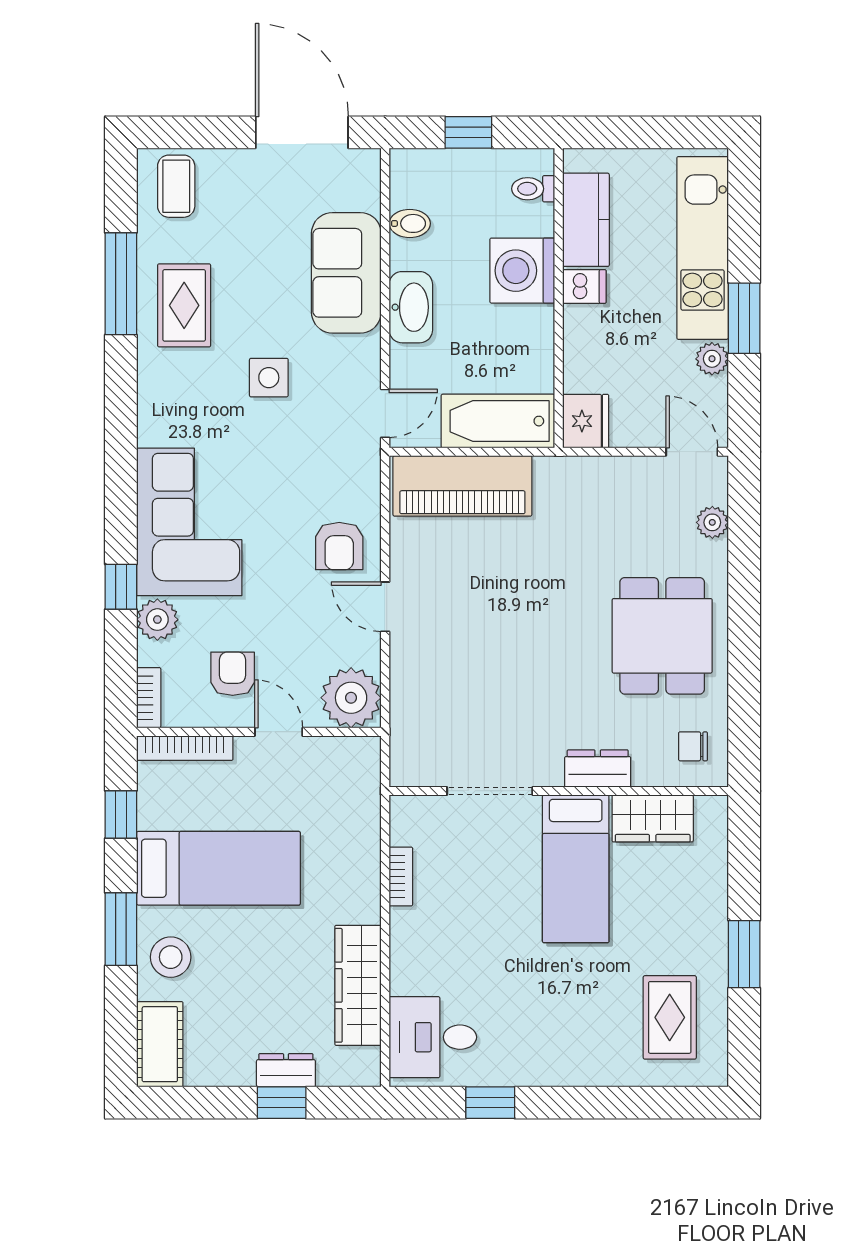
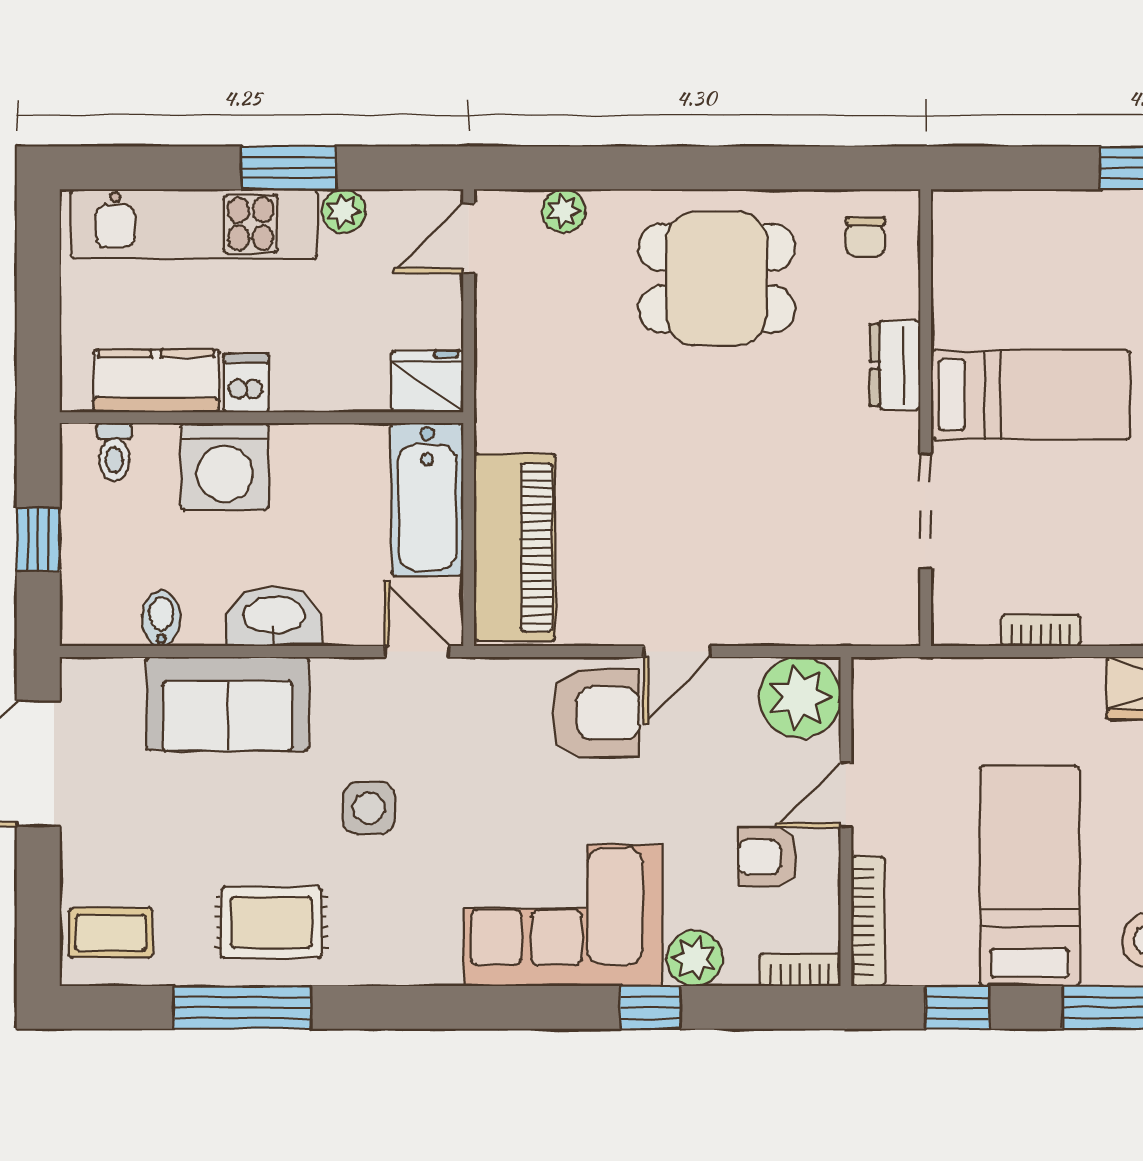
armchair: (339, 546) -> (596, 713), width x1.38, depth x1.38
wardrobe: (653, 818) -> (963, 291), removed

